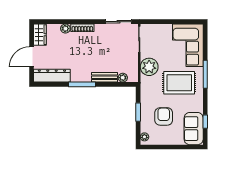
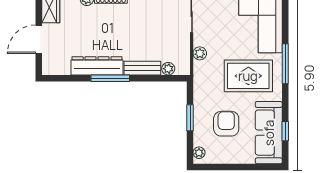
plant: (149, 67) -> (200, 53), width x0.53, depth x0.53
dresser: (52, 76) -> (97, 66), moved
sofa: (194, 129) -> (269, 133), width x1.36

